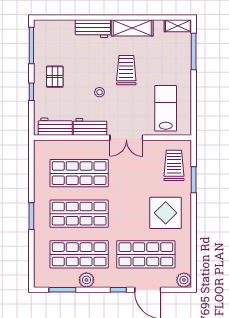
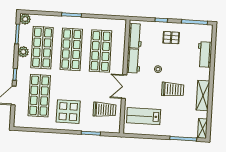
workbench: (93, 29) -> (205, 54), moved
lab bench: (166, 108) -> (144, 116), turned 180
trolley: (174, 165) -> (104, 110), moved
plant: (184, 280) -> (25, 19), moved

